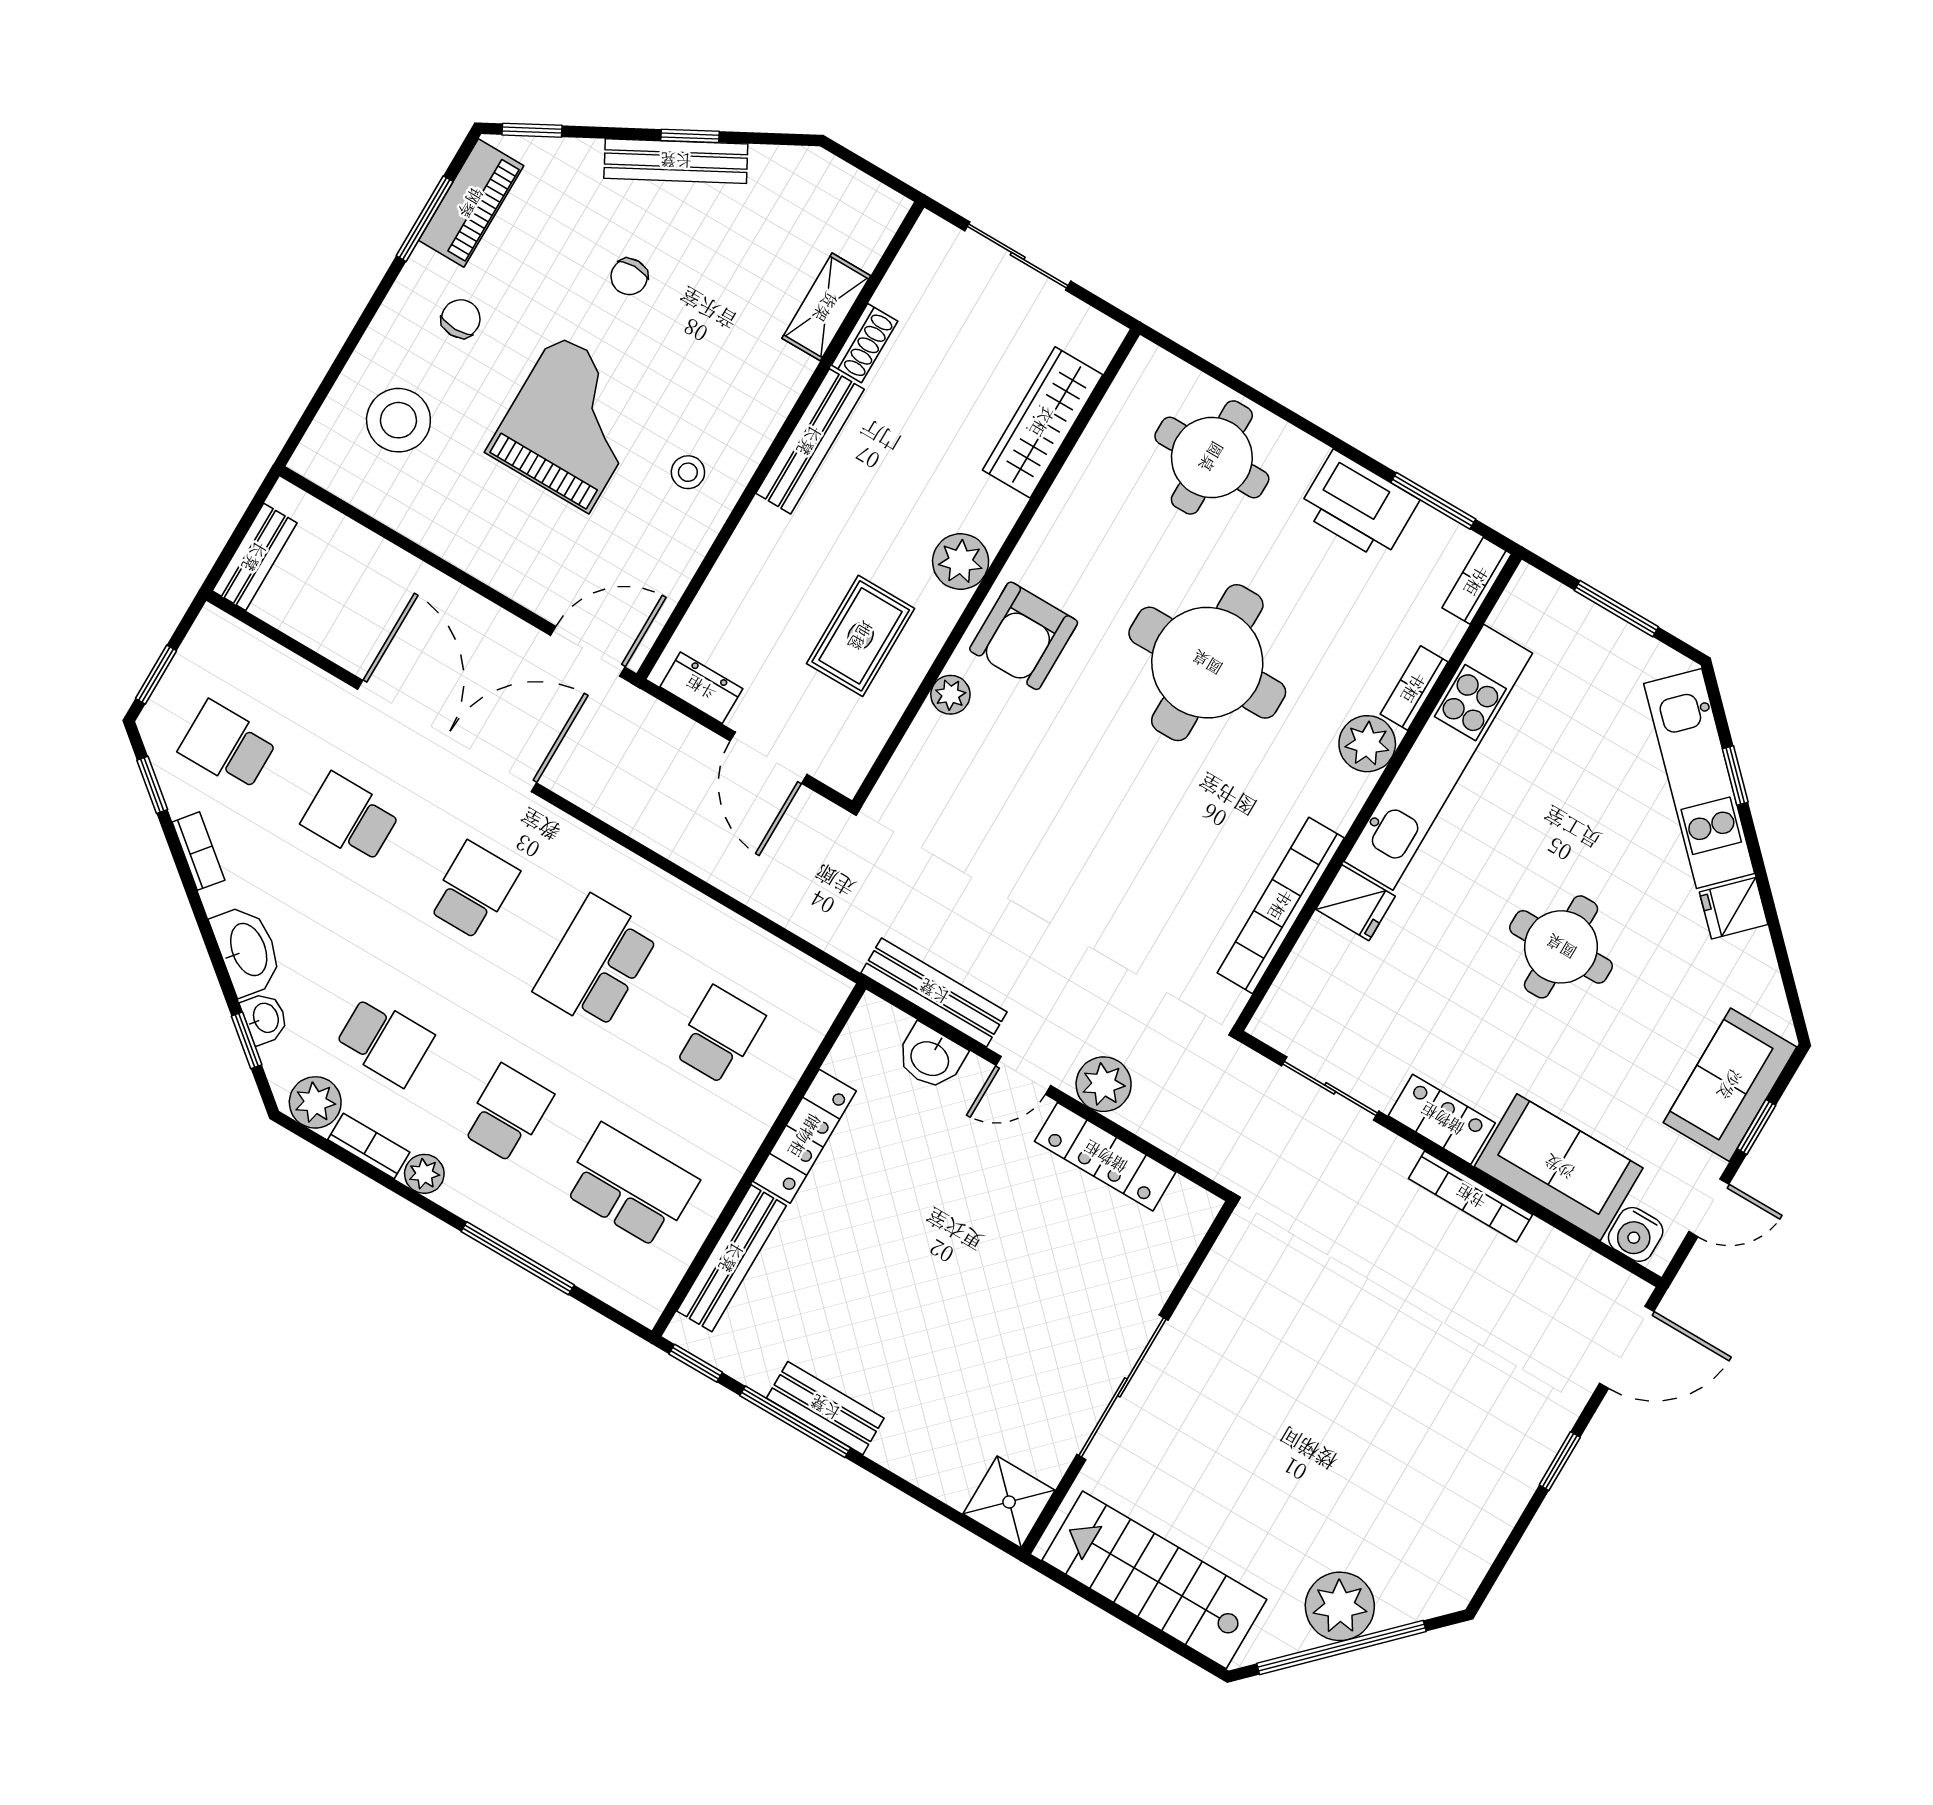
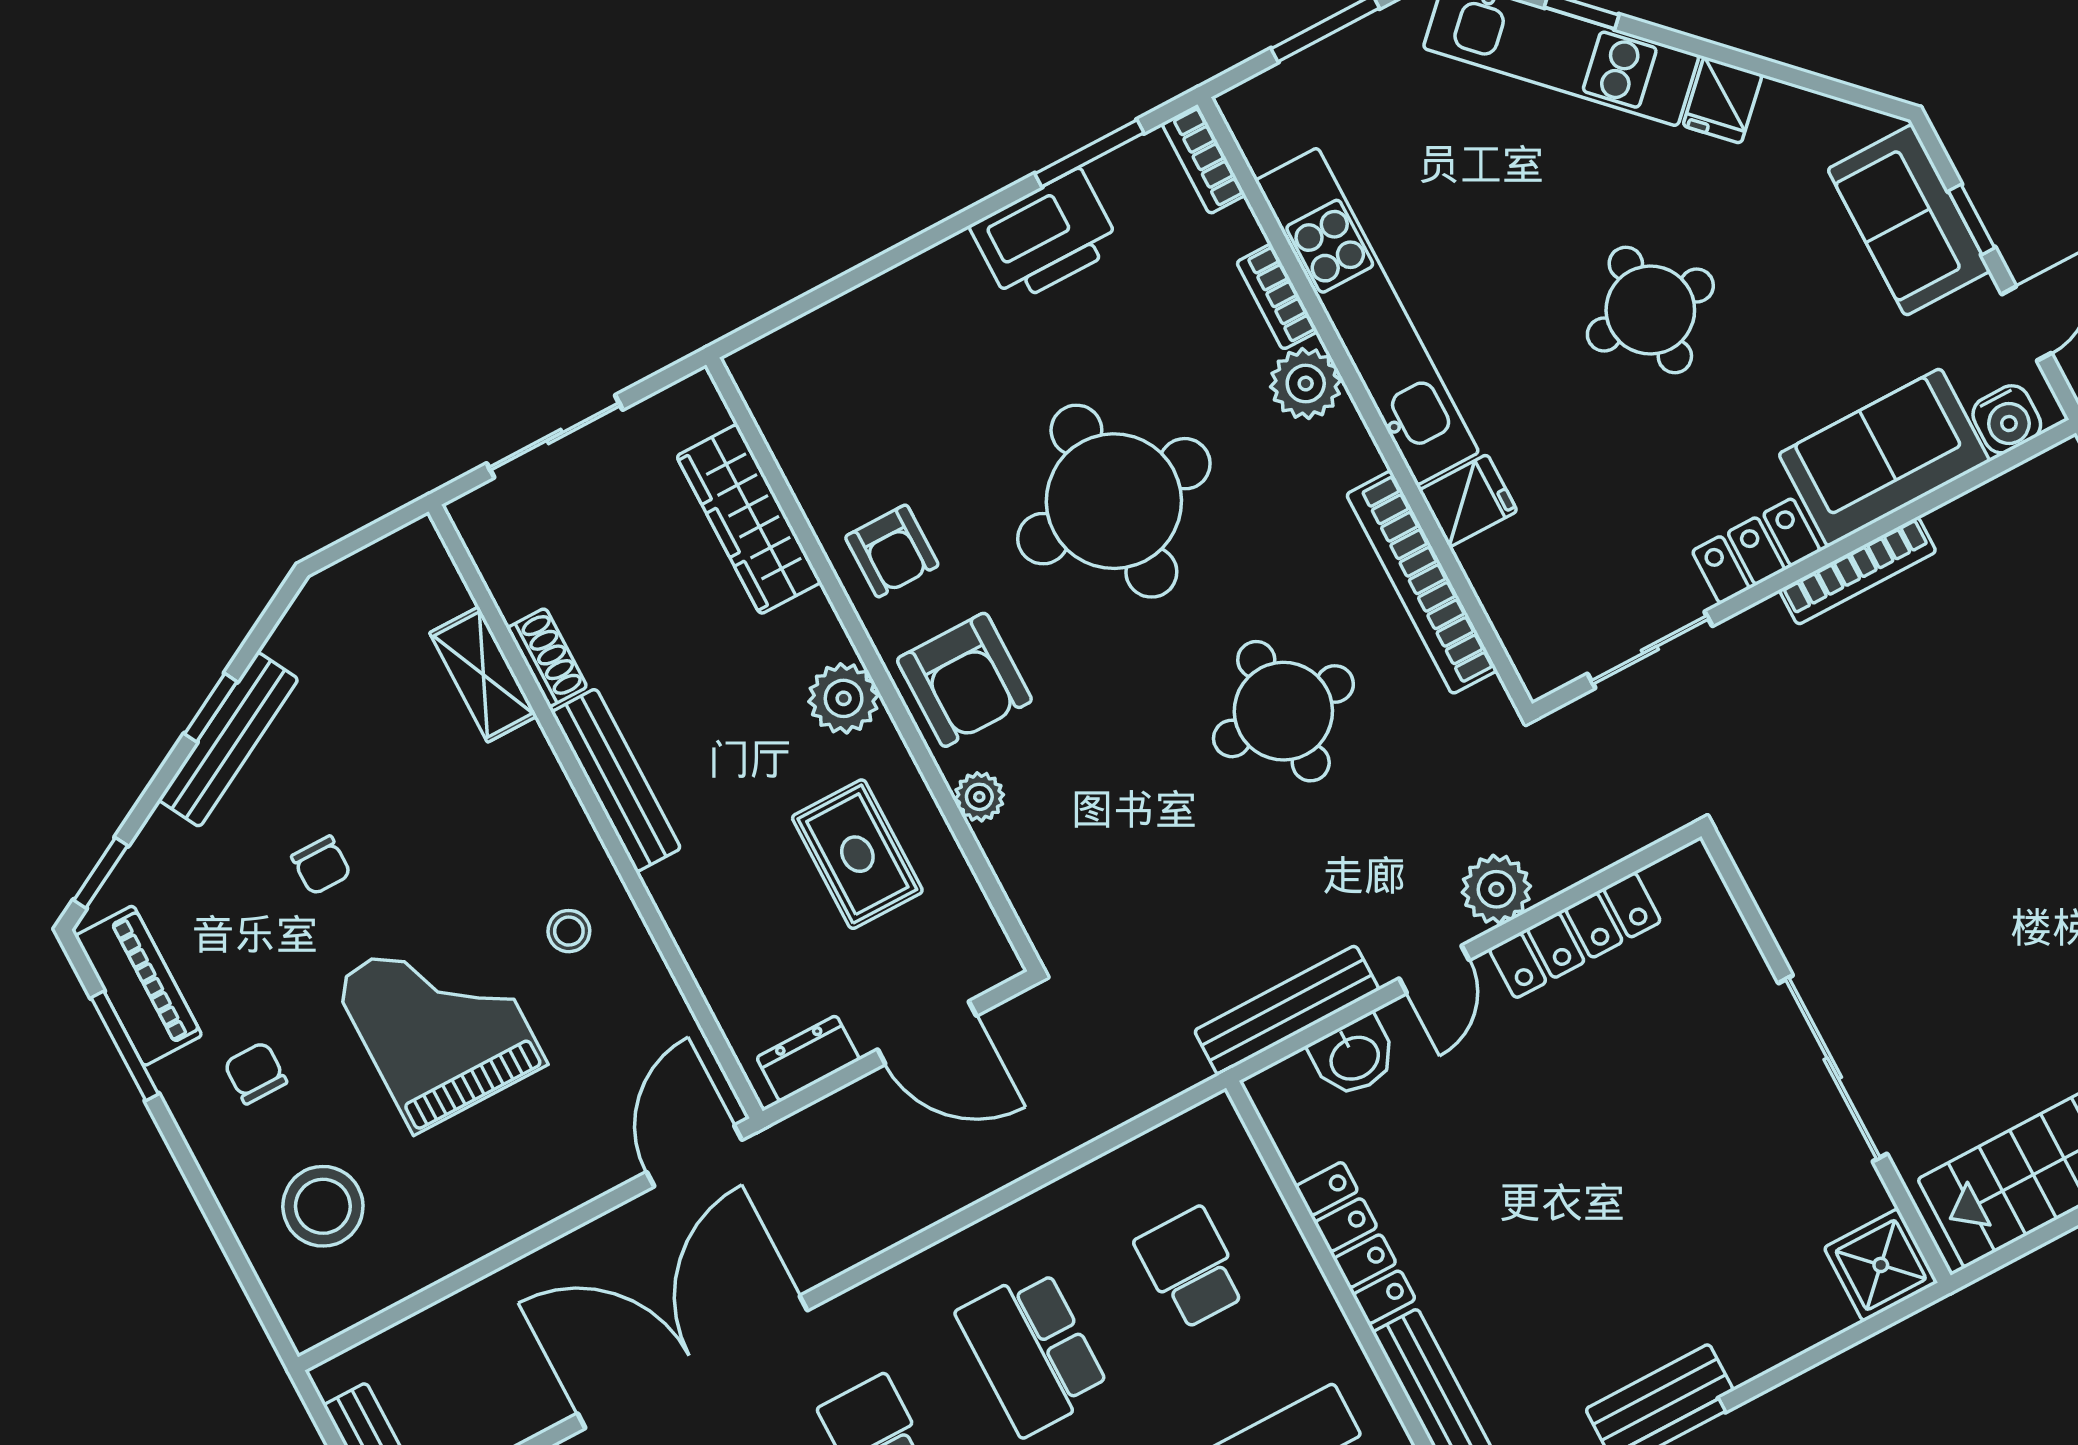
round table: (1212, 457) -> (1283, 711), moved
armchair: (1081, 533) -> (892, 551), added

